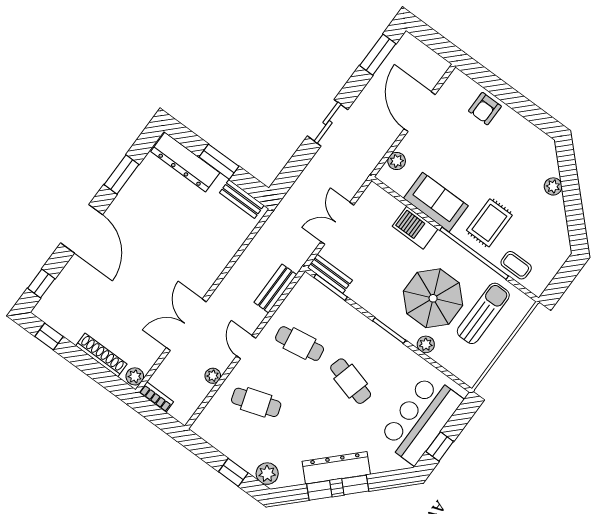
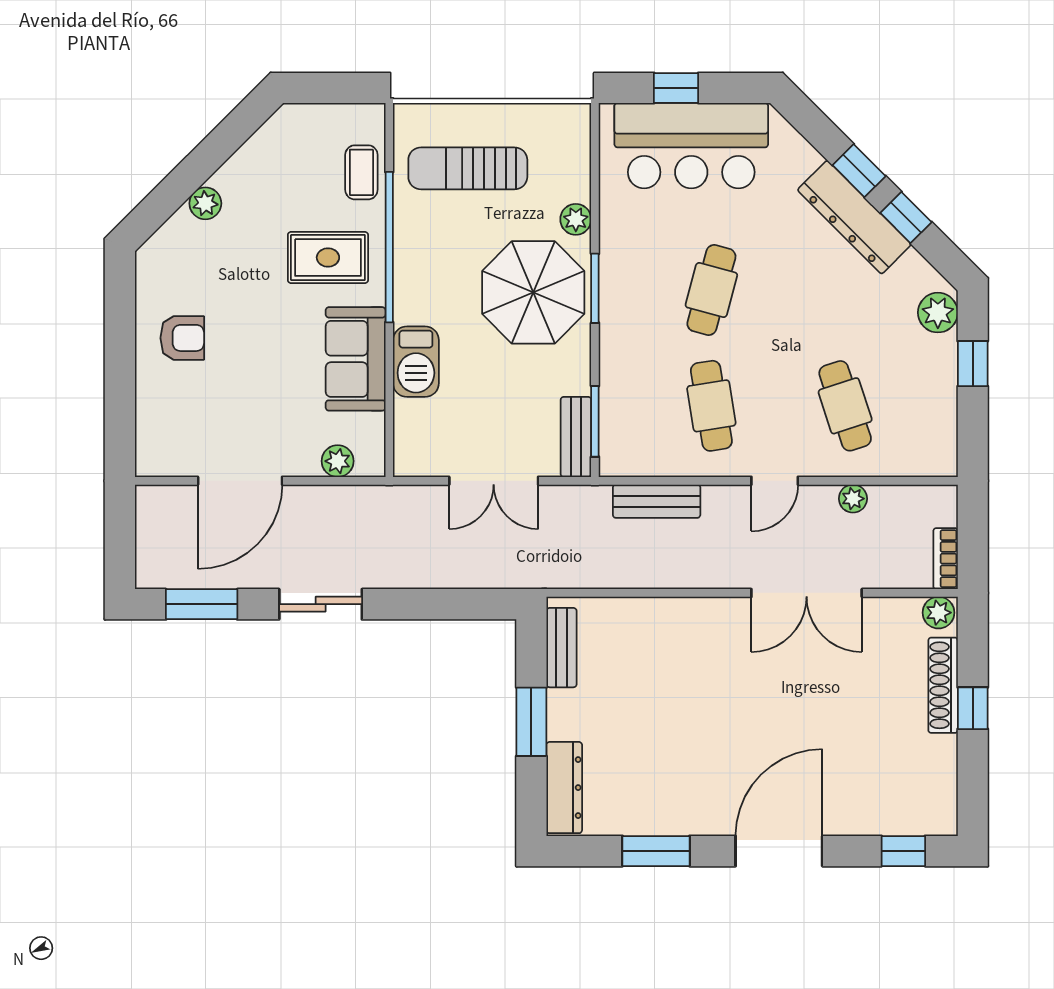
armchair: (485, 109) -> (182, 338), moved
sliding door: (328, 123) -> (321, 604), moved
dresser: (185, 162) -> (564, 788), width x0.73, depth x0.80
parasol: (433, 298) -> (533, 292), moved
window: (49, 336) -> (973, 708), moved
window: (440, 447) -> (676, 88), moved

